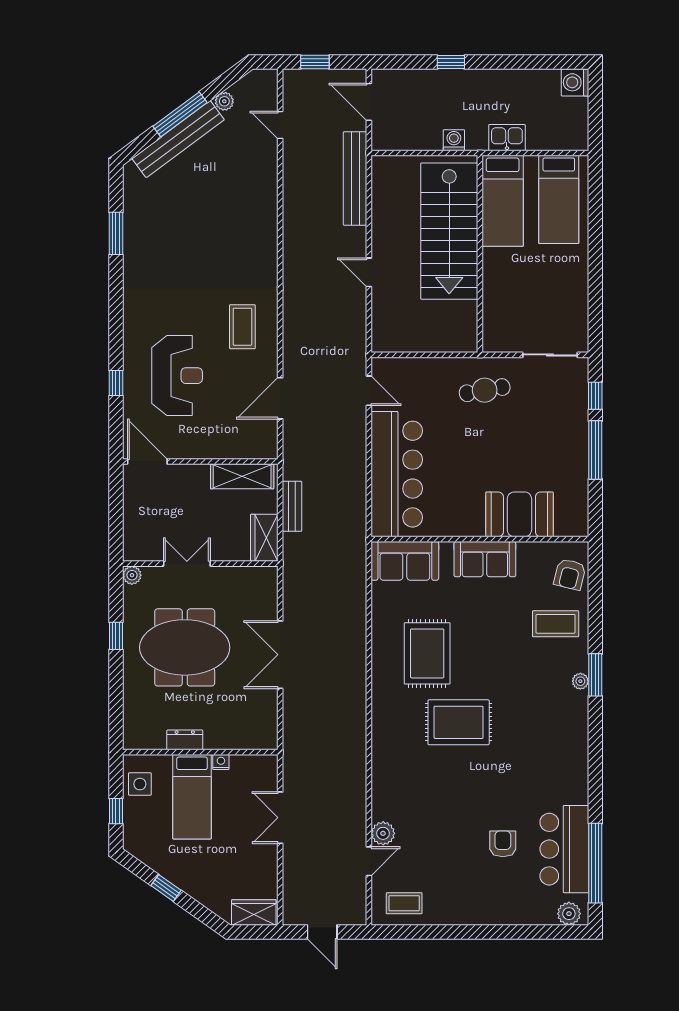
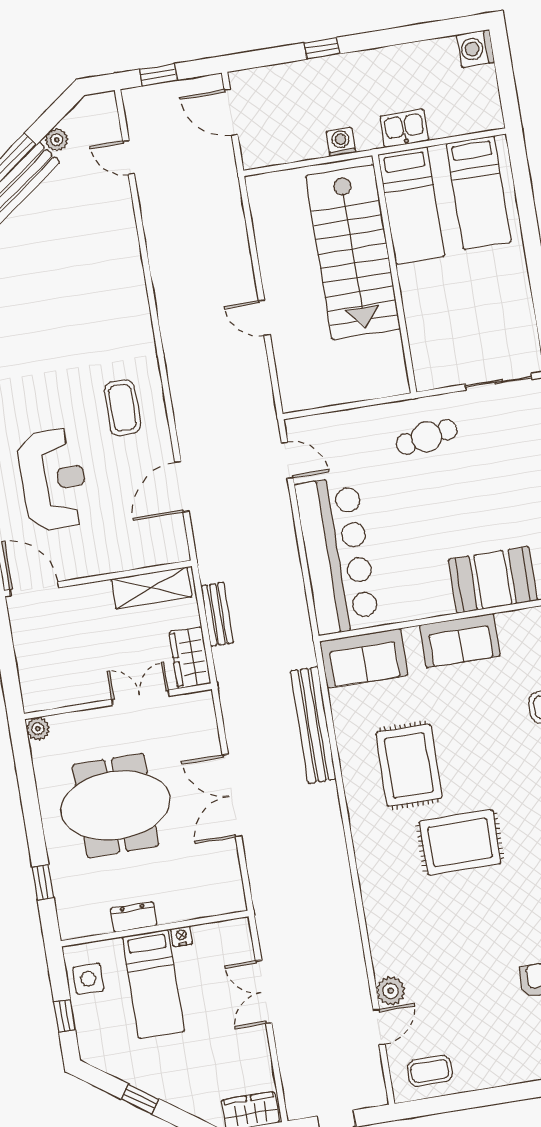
bench: (355, 179) -> (313, 725), moved
double door: (187, 564) -> (140, 698), moved
window: (116, 636) -> (43, 882), moved

